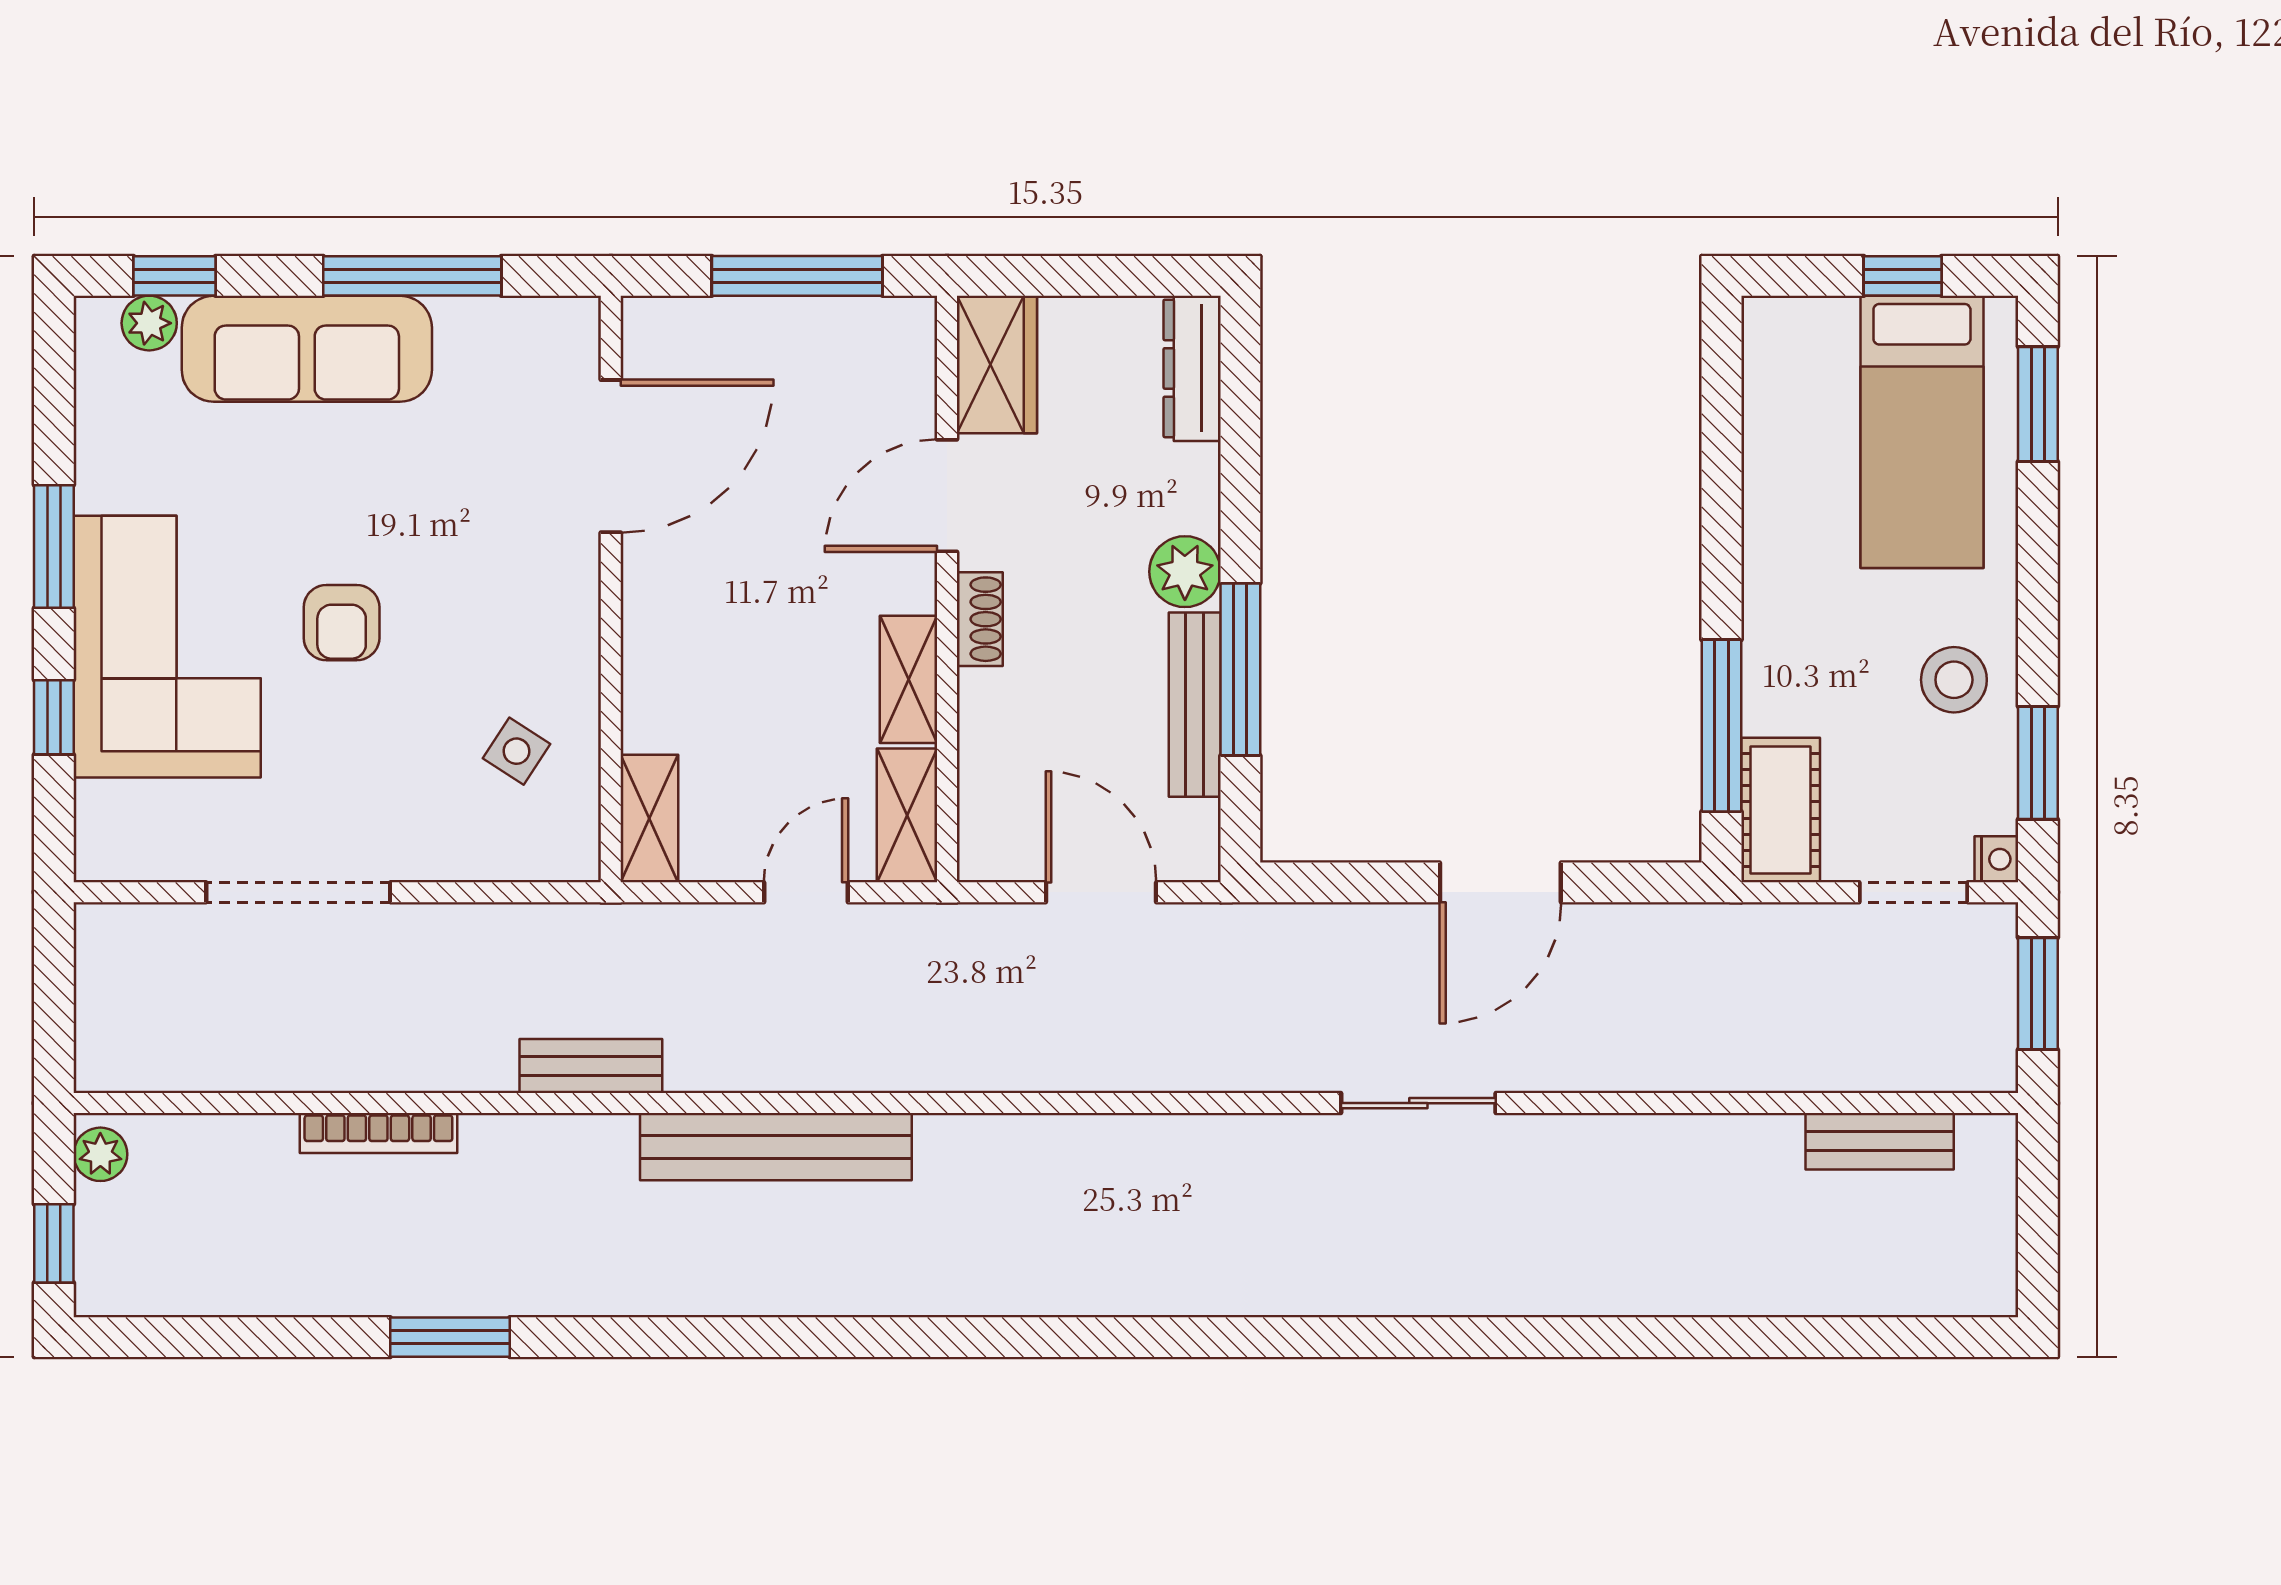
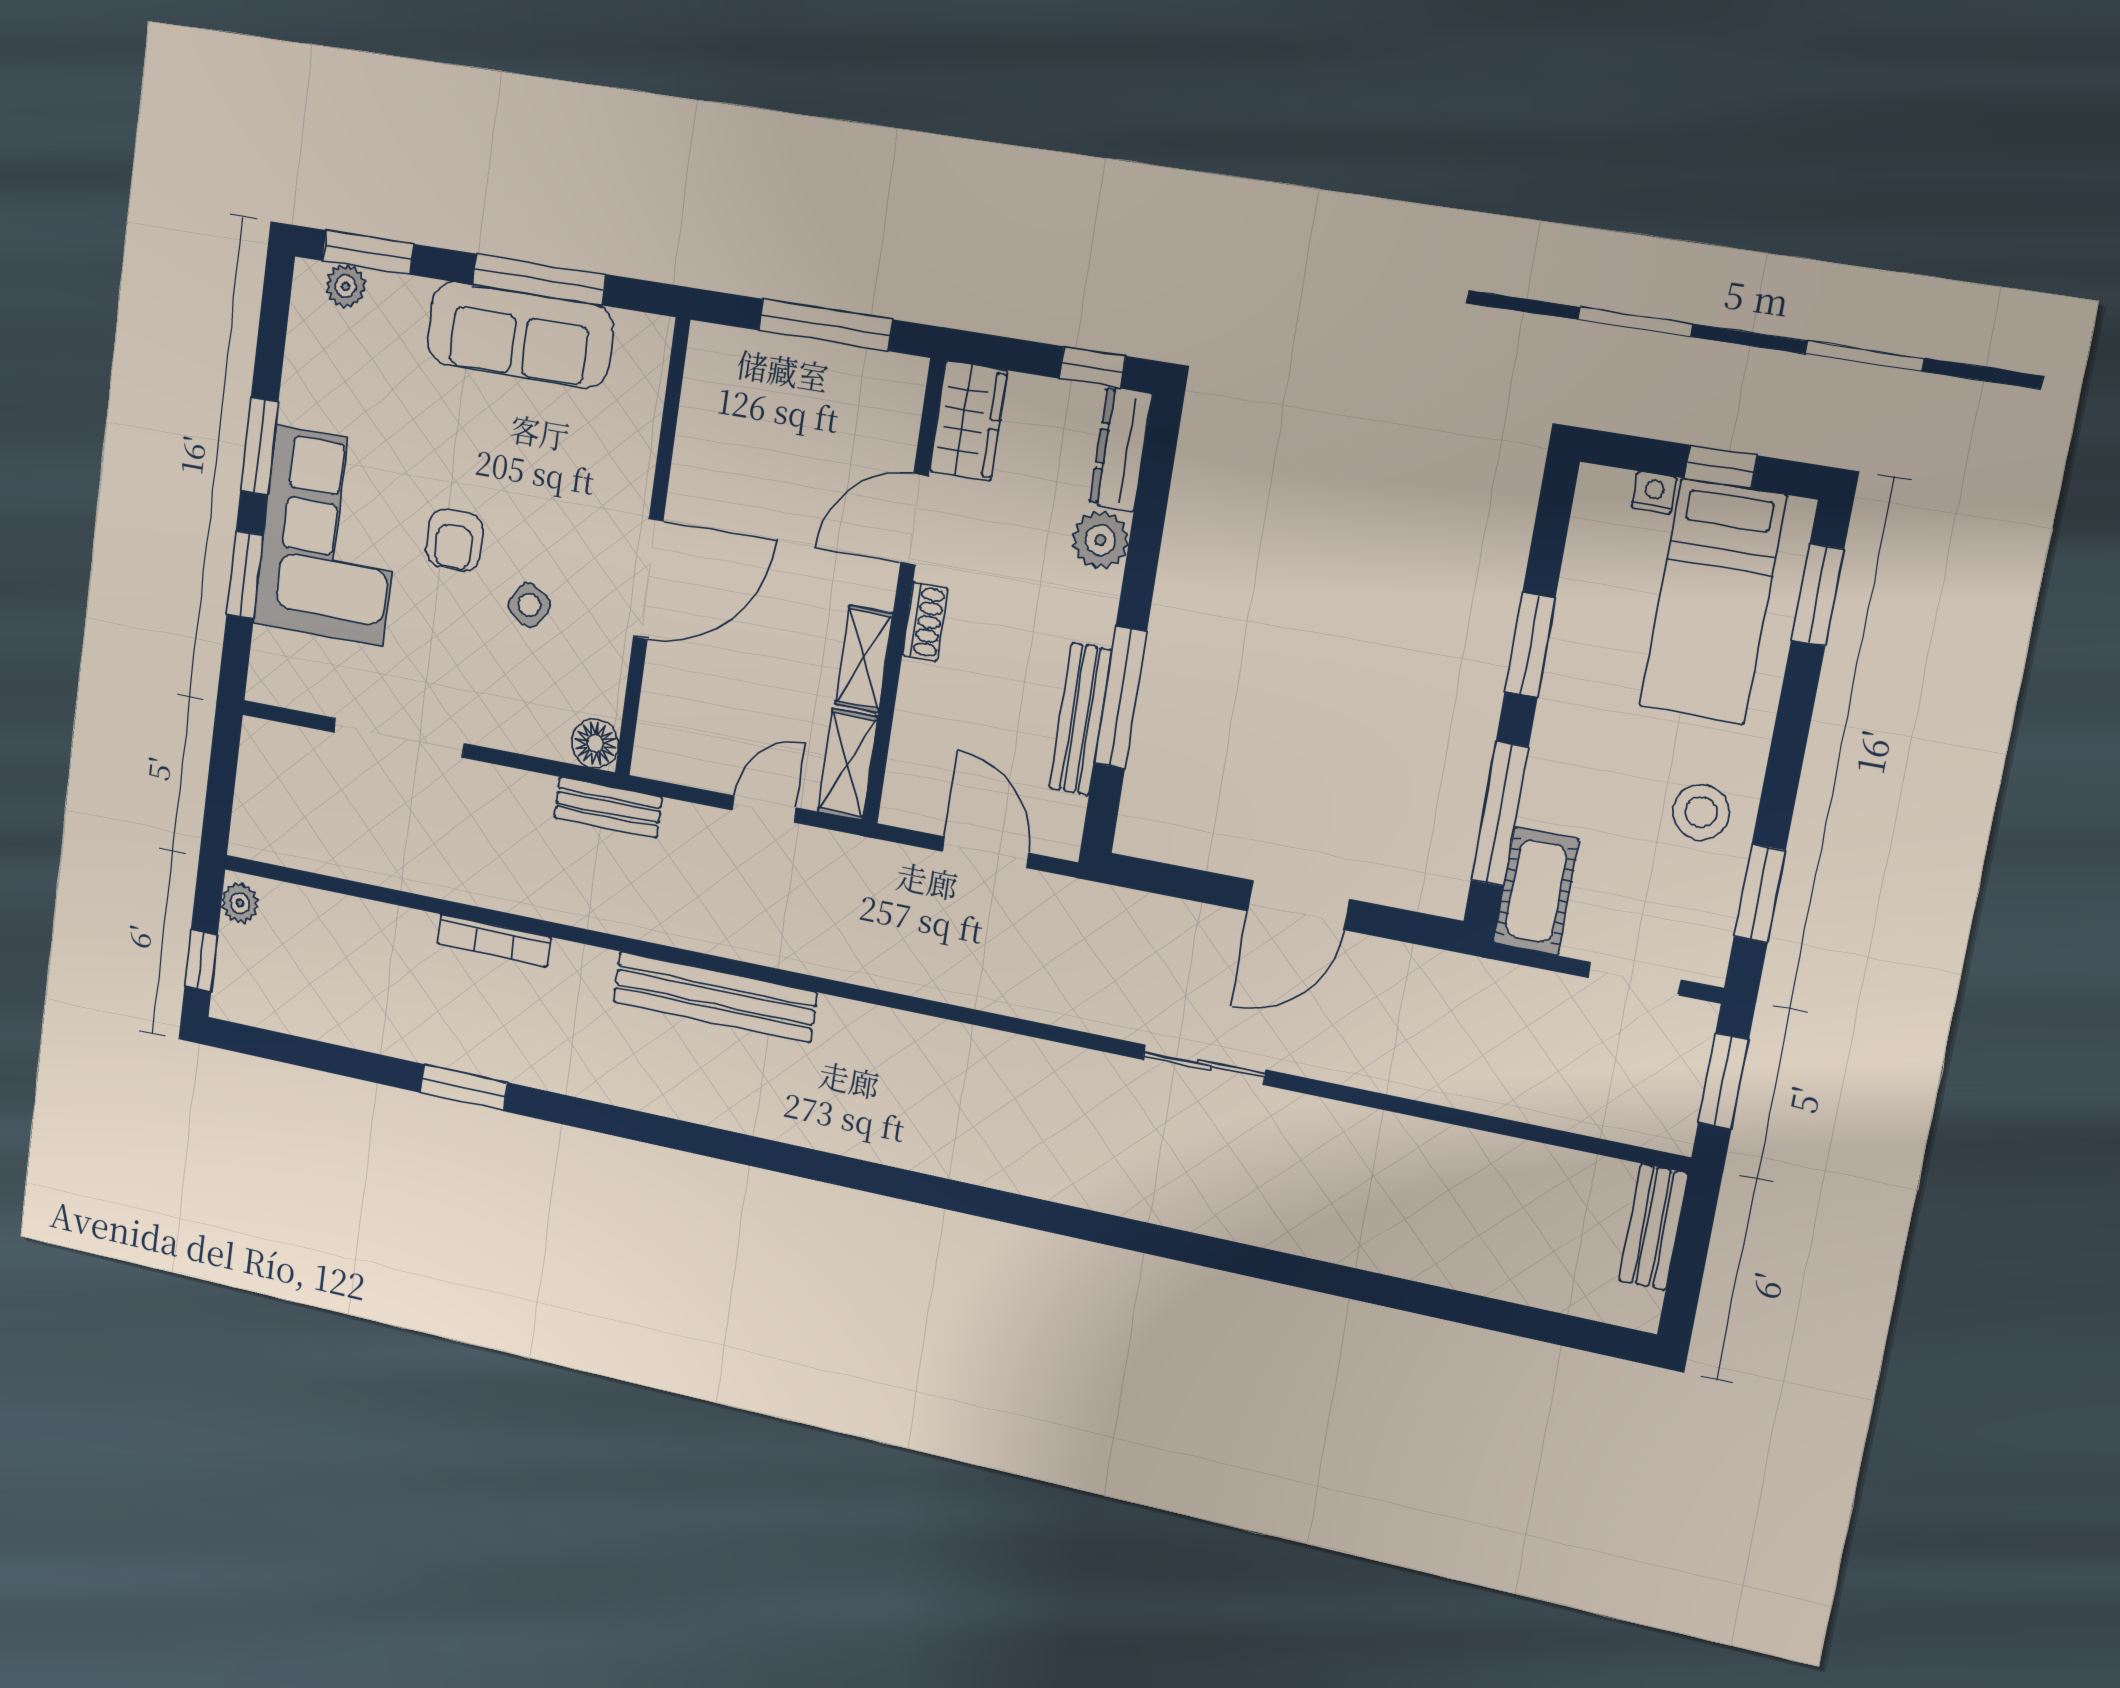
window: (175, 276) -> (368, 252), width x1.50
window: (1142, 276) -> (1092, 367), added
sofa: (307, 349) -> (520, 335), moved
door: (611, 456) -> (648, 579), moved
window: (1722, 519) -> (1530, 645), added
plant: (1185, 572) -> (1101, 540), moved
window: (54, 717) -> (245, 575), width x1.50
side table: (516, 751) -> (529, 605), moved
shelving: (649, 819) -> (657, 731), removed
floor lamp: (569, 850) -> (595, 744), added
nightstand: (1996, 859) -> (1654, 493), moved, turned -90
bench: (591, 1066) -> (608, 807), moved
bookcase: (378, 1133) -> (494, 940), moved
bench: (1880, 1141) -> (1653, 1227), moved, turned 90

